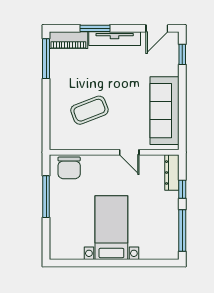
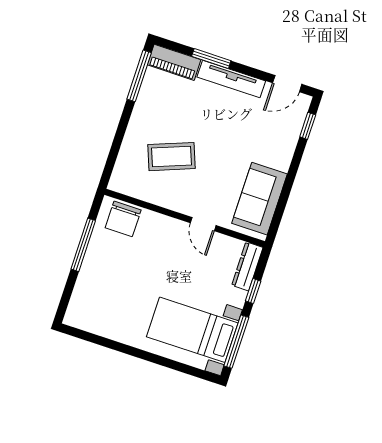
sofa: (165, 111) -> (260, 199), width x0.73
bed with nightstands: (111, 228) -> (192, 330), moved, turned -90

